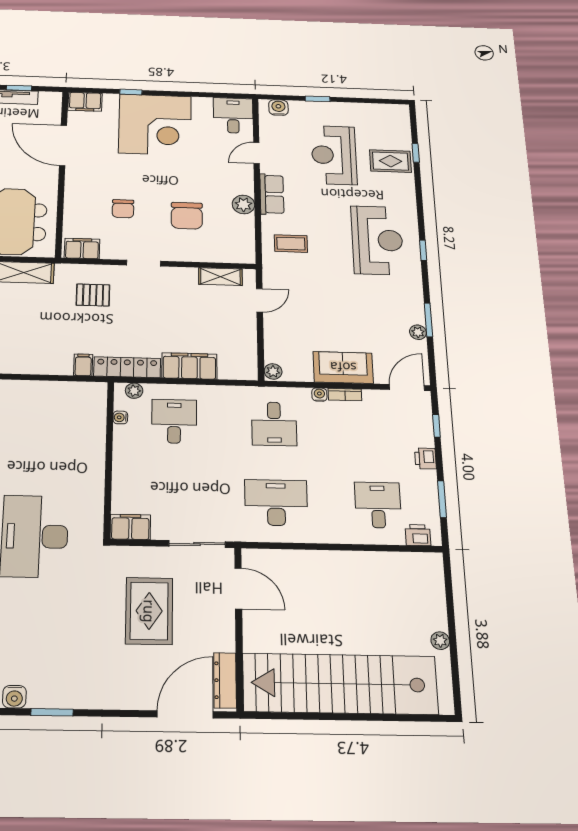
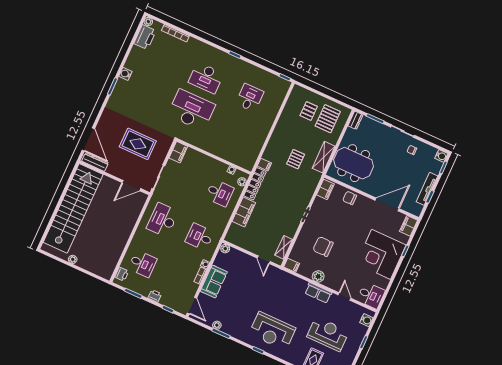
chair: (123, 209) -> (350, 198), moved
coffee table: (291, 244) -> (288, 289), removed
filing cabinet: (246, 252) -> (292, 265), added
pallet: (93, 295) -> (296, 159), moved
desk: (276, 503) -> (163, 220), turned 180

